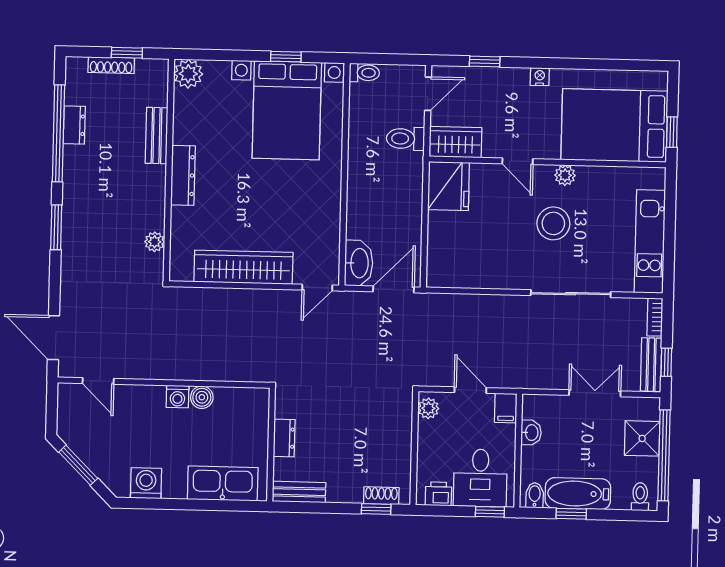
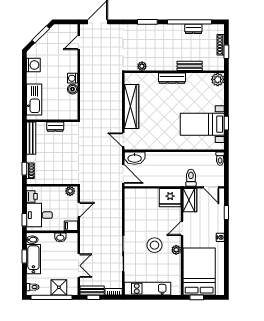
bed with nightstands: (287, 110) -> (202, 124), width x0.73
bench: (299, 492) -> (31, 138), width x1.36

